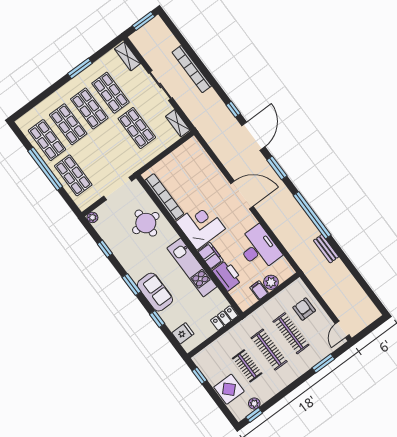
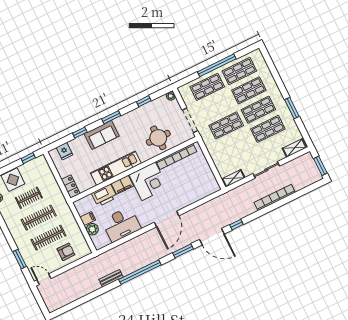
shop shelf: (137, 128) -> (226, 125), moved

